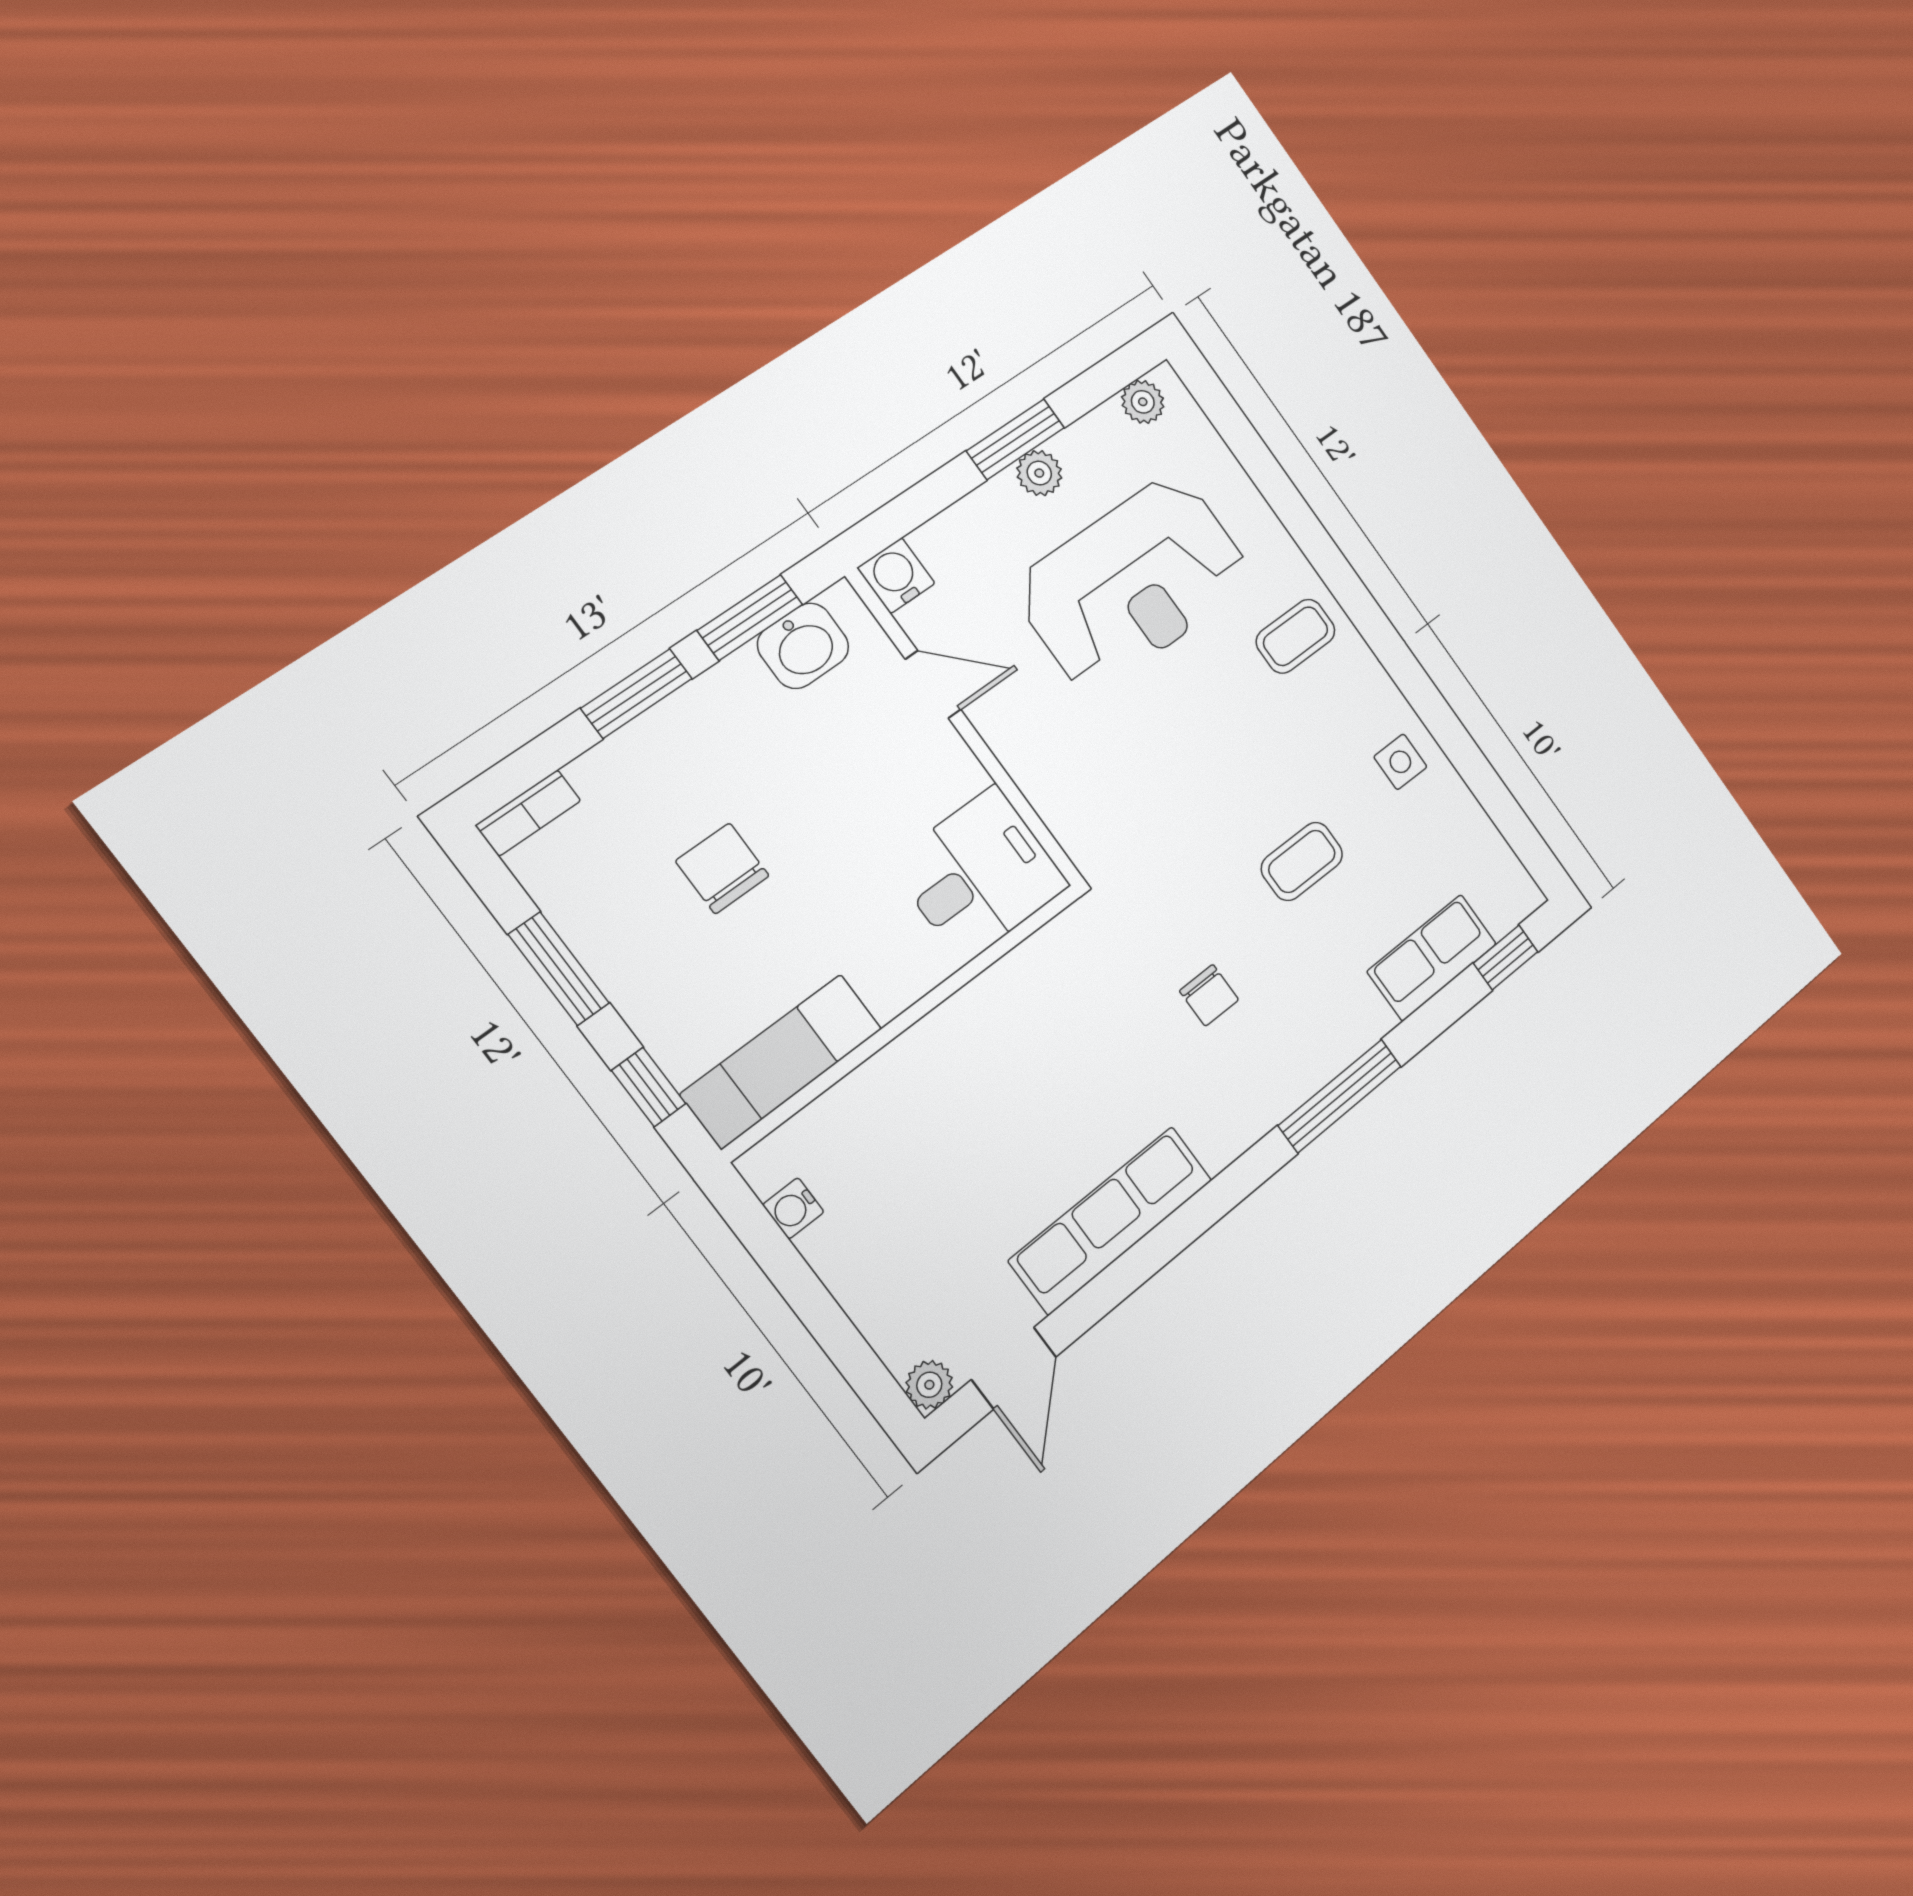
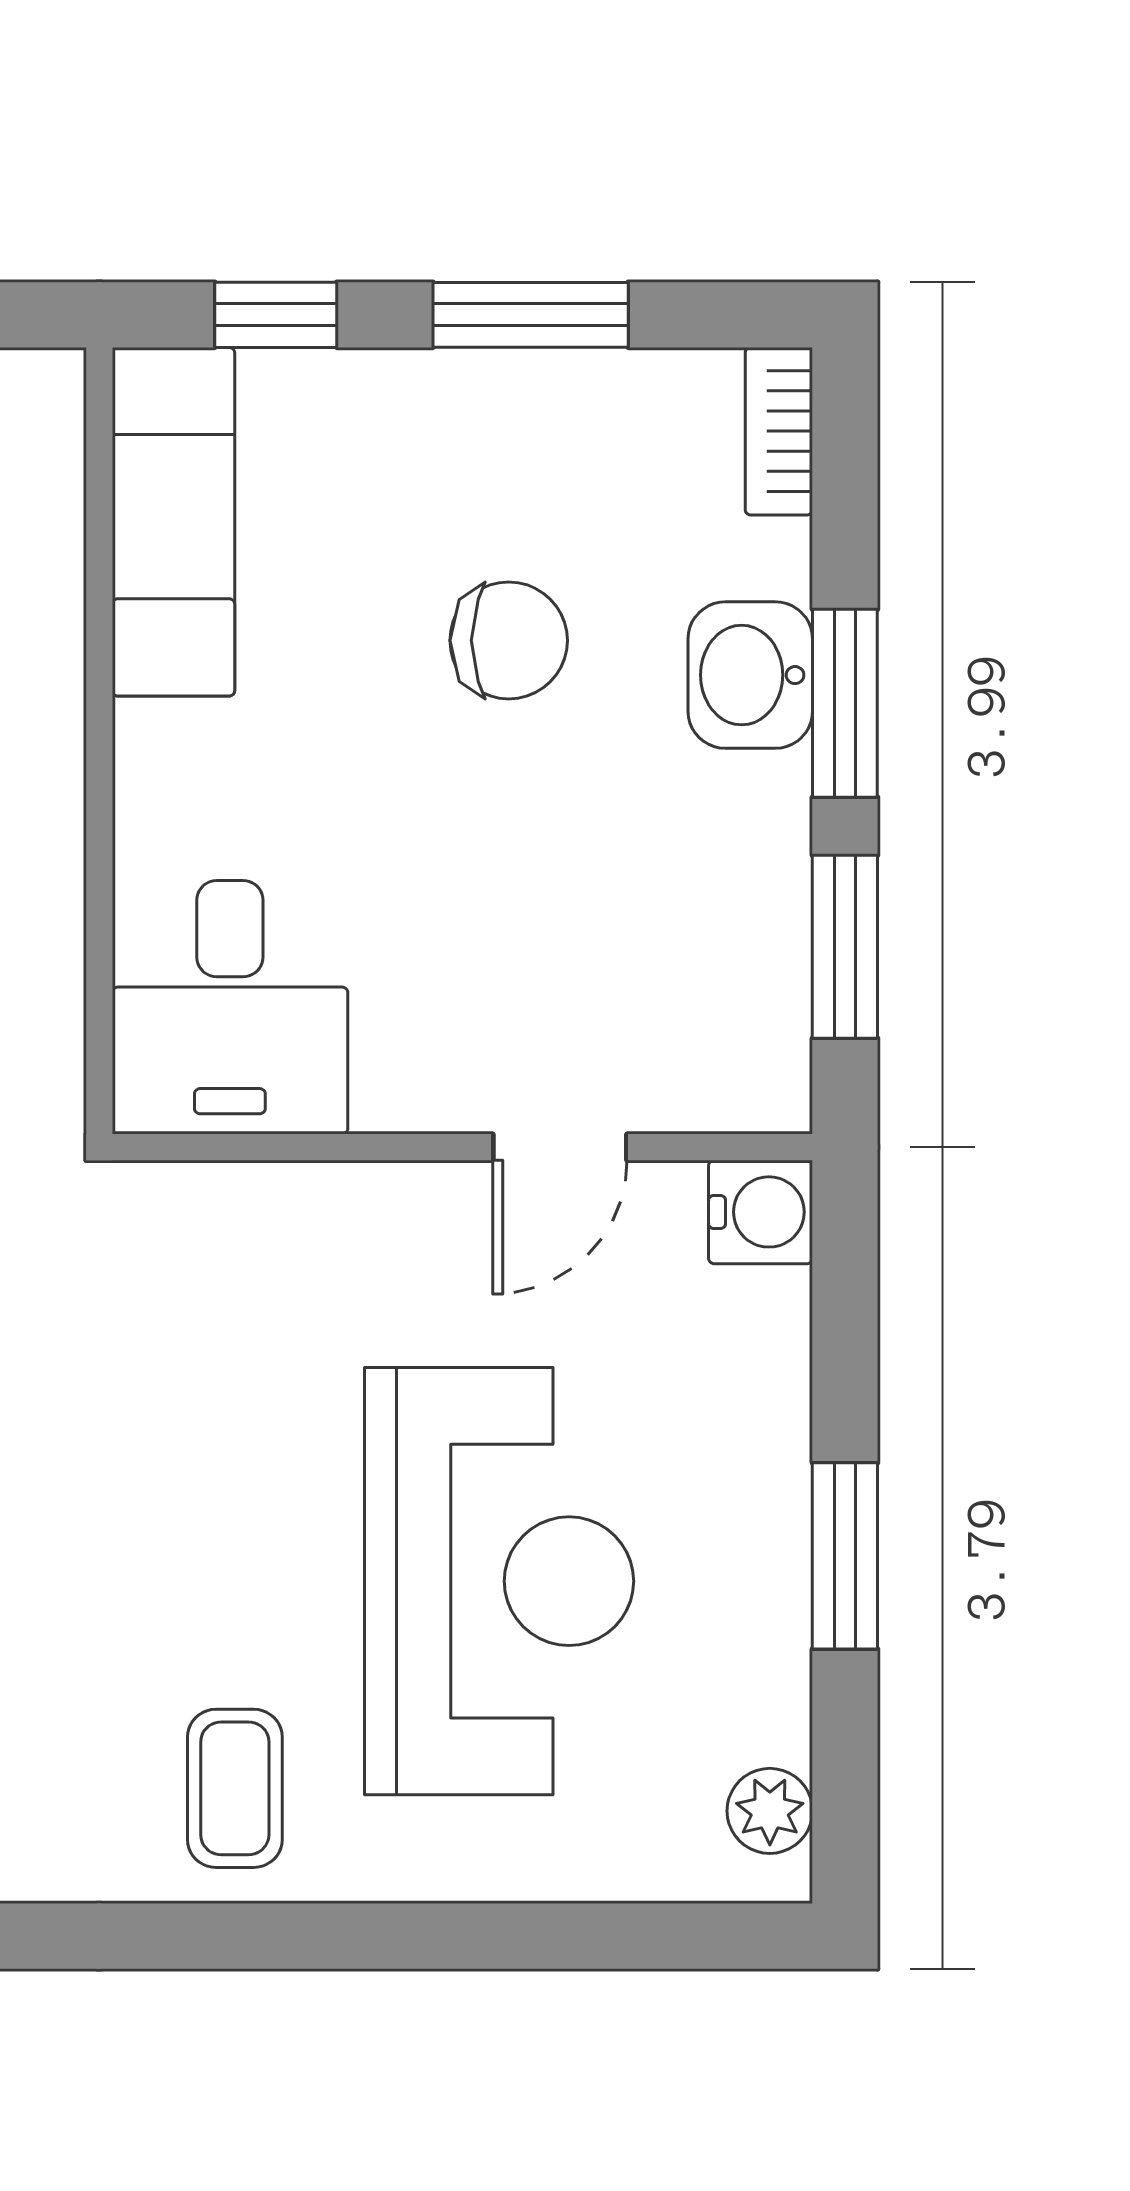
plant: (1039, 473) -> (768, 1555), removed
reception desk: (1134, 583) -> (499, 1581), turned 180
washbasin: (803, 646) -> (750, 675), moved

